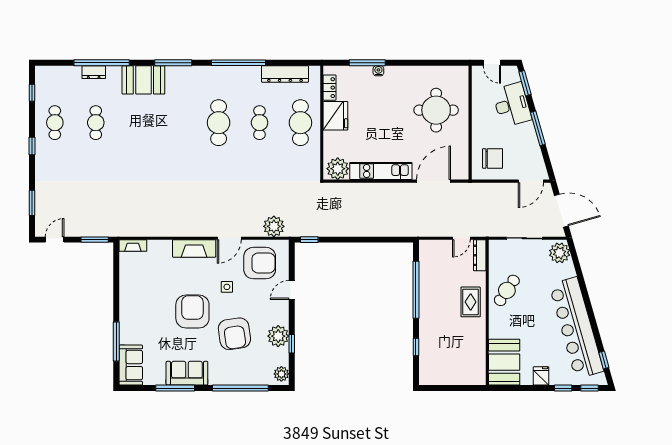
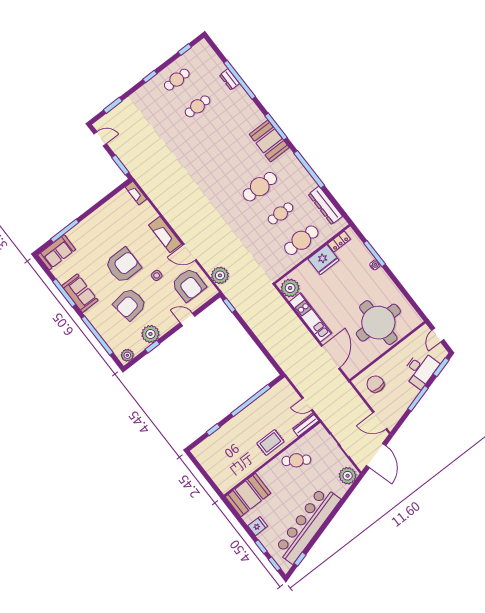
booth: (143, 80) -> (269, 141), moved
round table: (436, 110) -> (378, 323), width x1.36, depth x1.36
chair: (493, 158) -> (375, 384), turned 180
door: (434, 181) -> (331, 357), hinge flipped

